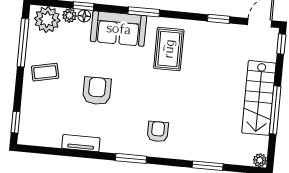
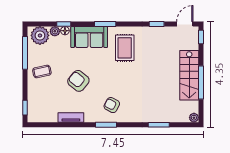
armchair: (97, 91) -> (78, 81), turned -51
armchair: (158, 132) -> (112, 105), moved, turned -62

